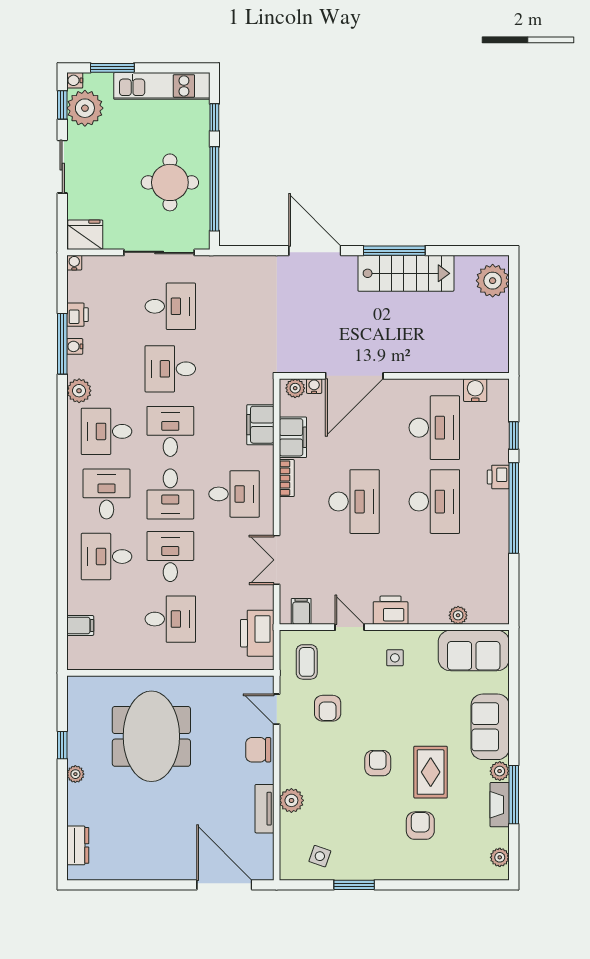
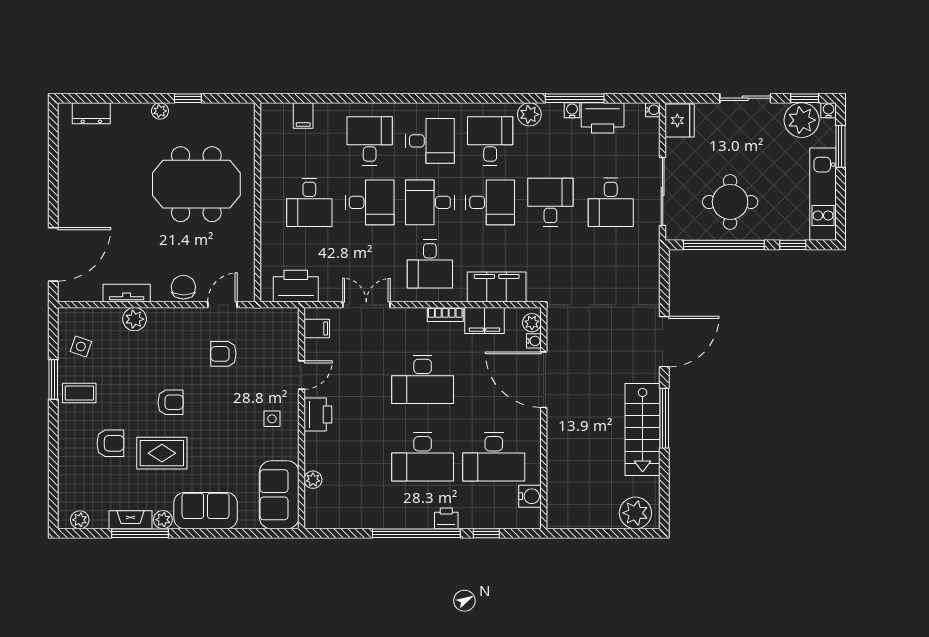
printer: (77, 315) -> (603, 118), width x1.87, depth x1.48
filing cabinet: (260, 425) -> (497, 287), width x1.50, depth x1.17
coffee table: (307, 662) -> (79, 393), moved

